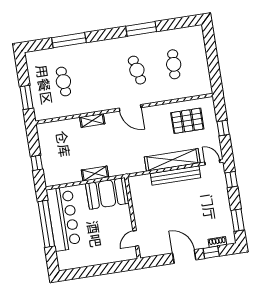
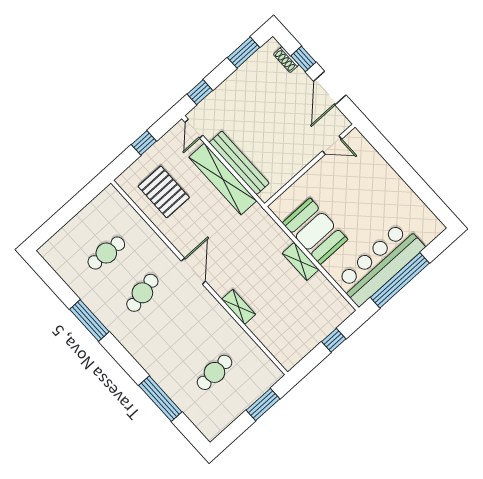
wall: (133, 218) -> (310, 165), moved
door: (136, 238) -> (332, 145), moved

